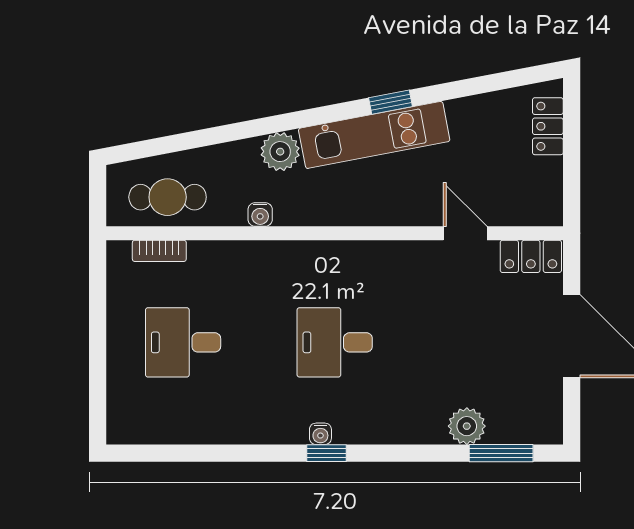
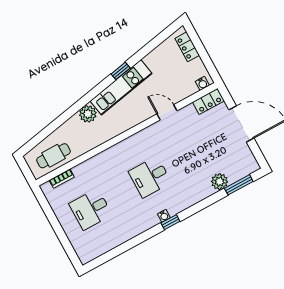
water cooler: (260, 214) -> (202, 83), moved
door: (465, 233) -> (167, 112), moved

